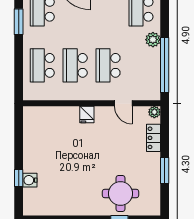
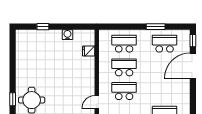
fridge: (87, 114) -> (89, 51), moved
water cooler: (30, 180) -> (67, 35), moved

